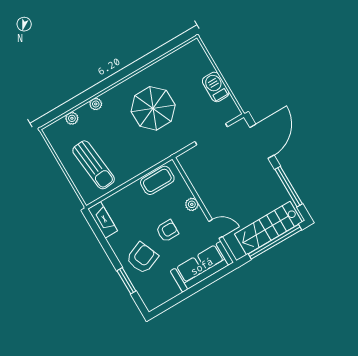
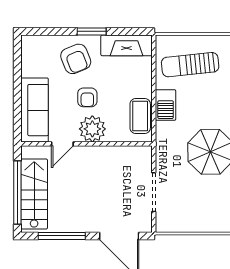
barbecue: (216, 87) -> (166, 105), moved, turned 90
plant: (192, 204) -> (92, 129), width x1.87, depth x1.87
fireplace: (103, 220) -> (127, 45), width x1.37, depth x1.32
window: (126, 281) -> (92, 31), moved

